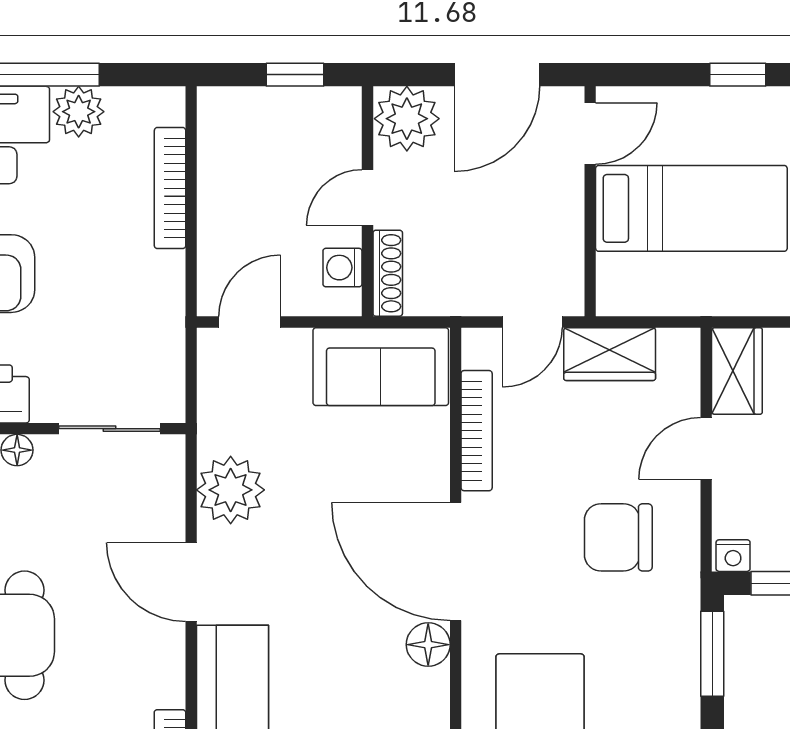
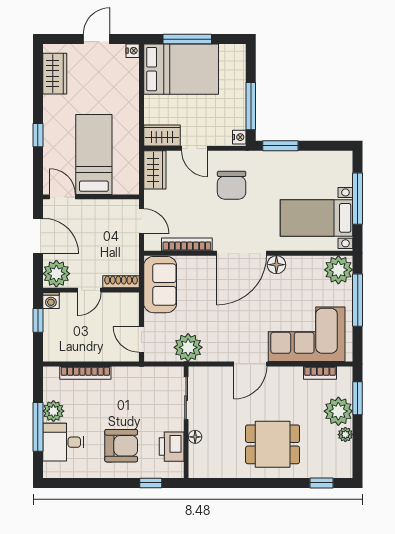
door: (367, 197) -> (89, 290), hinge flipped
washing machine: (342, 268) -> (51, 301), moved
wardrobe: (610, 354) -> (155, 170), moved
plant: (231, 490) -> (188, 347), moved

